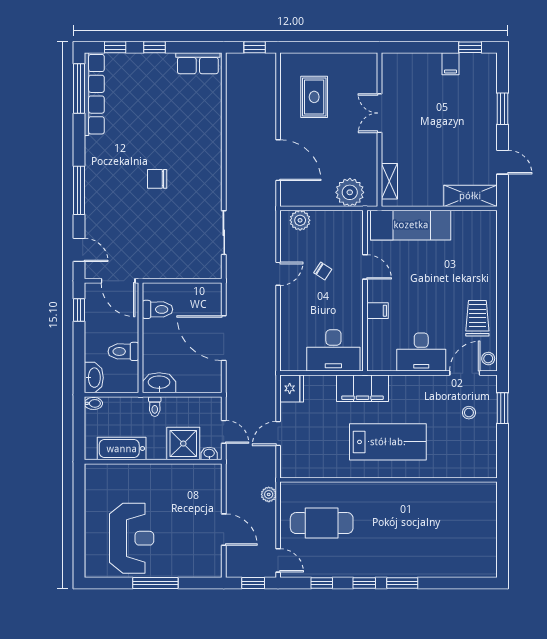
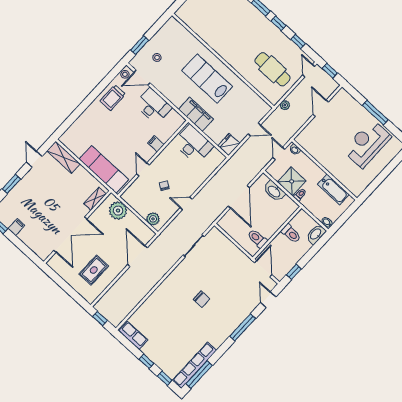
double door: (379, 113) -> (70, 235), width x1.87
washbasin: (159, 383) -> (274, 191), moved
shower: (183, 444) -> (292, 181), moved

